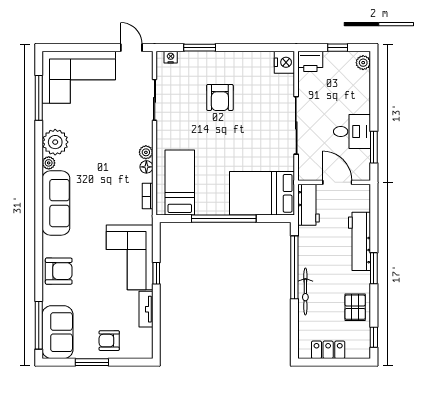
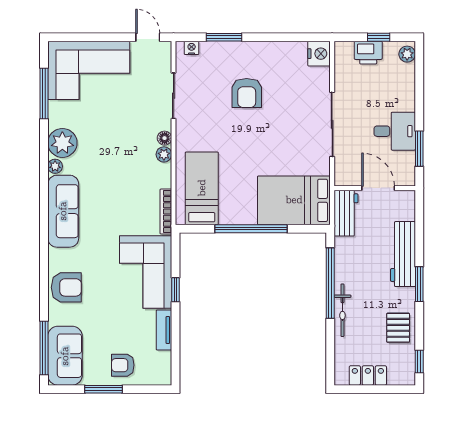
printer: (310, 61) -> (368, 53), moved
floor lamp: (146, 167) -> (165, 138), moved
bookcase: (148, 196) -> (166, 211), width x1.56

